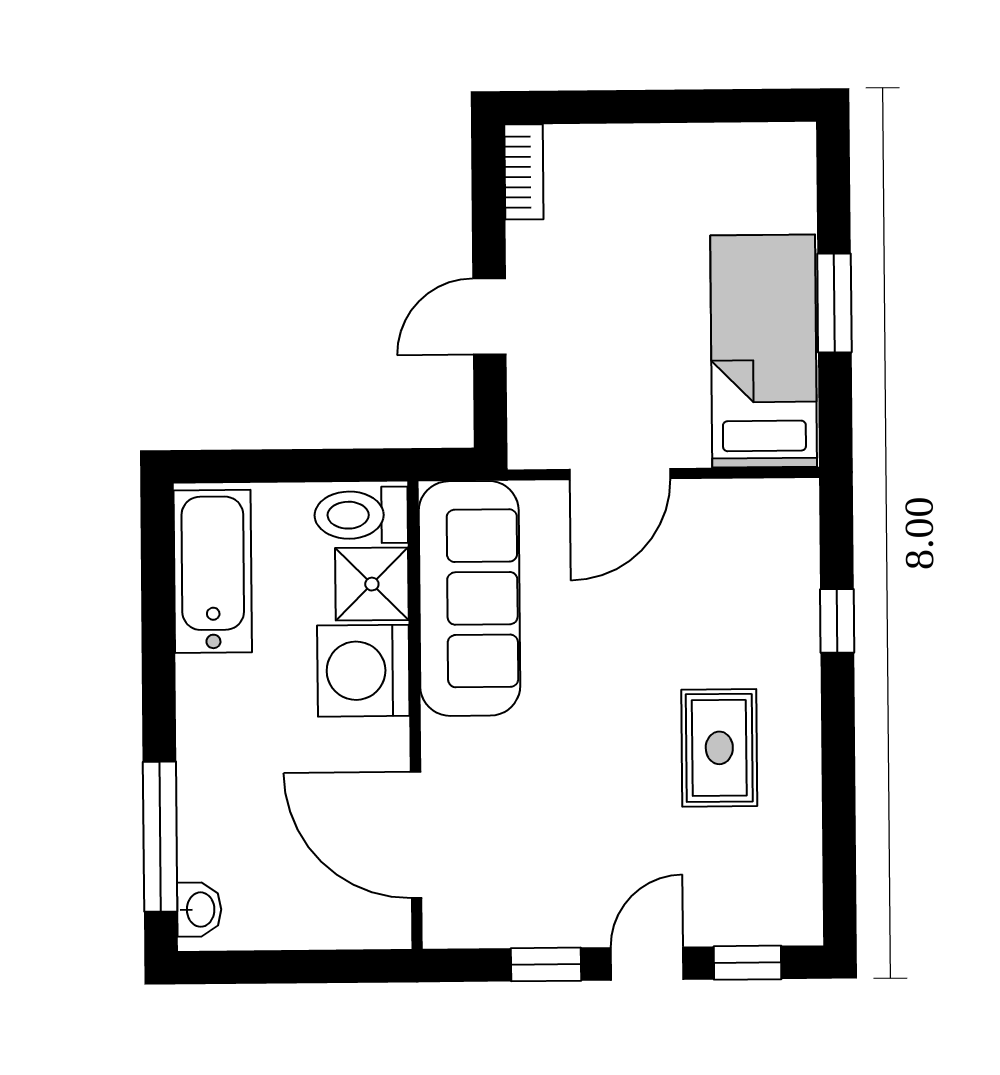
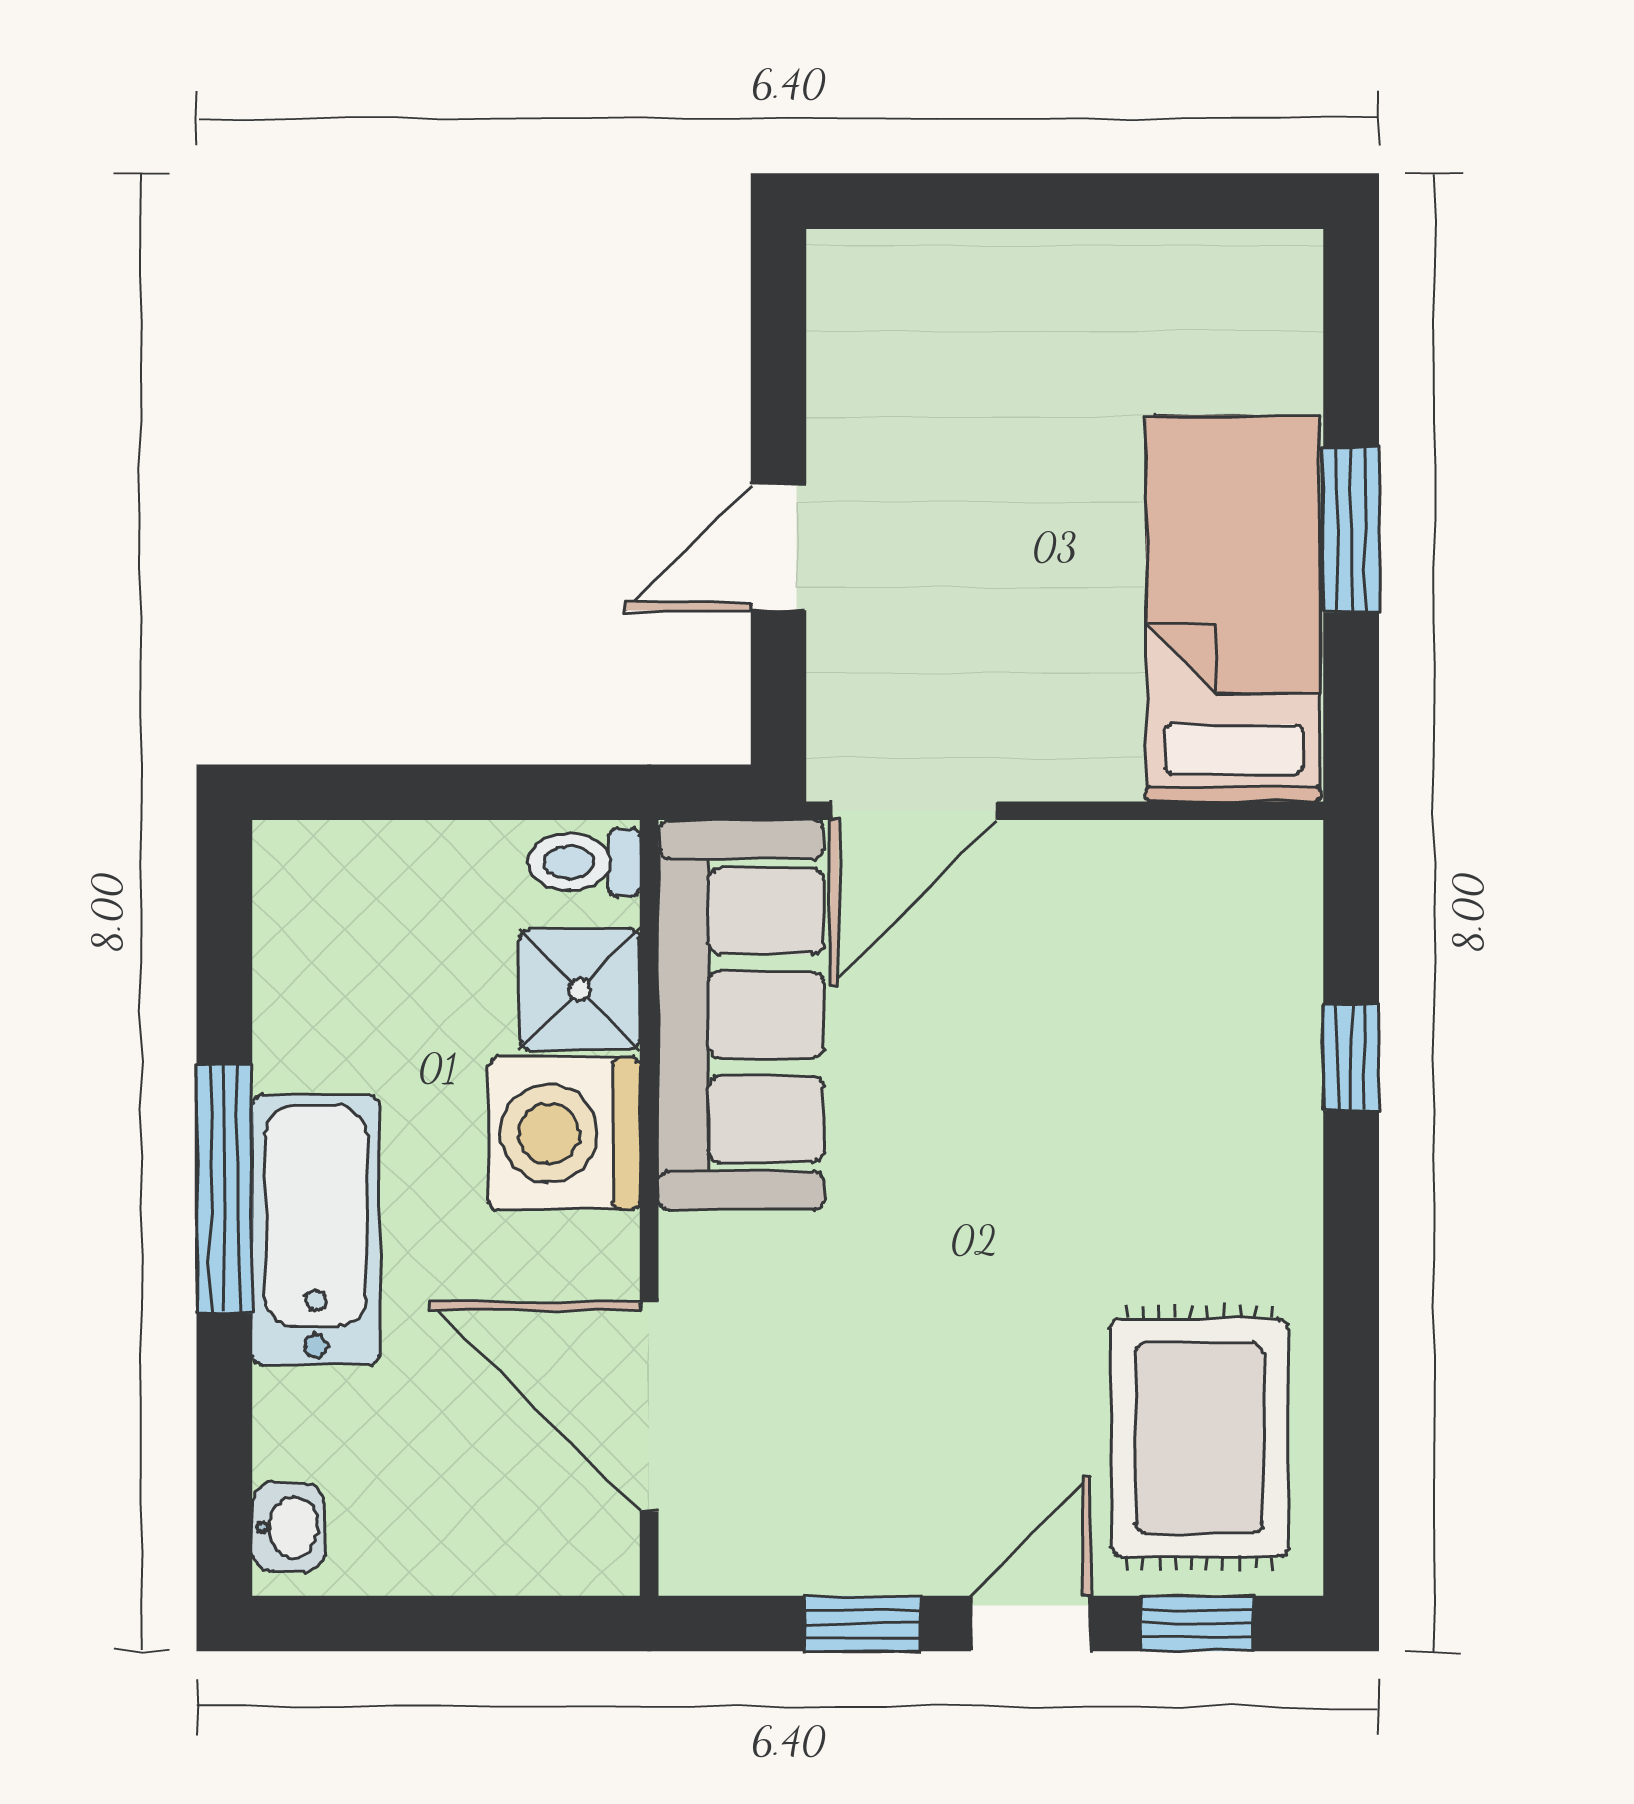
bookcase: (524, 172) -> (838, 308), removed
door: (620, 474) -> (914, 811), moved
toilet: (361, 515) -> (584, 862), width x0.73, depth x0.72
bathtub: (213, 571) -> (316, 1230), moved
rug: (719, 748) -> (1199, 1438), moved, width x1.36, depth x1.43
window: (160, 837) -> (224, 1189), moved

